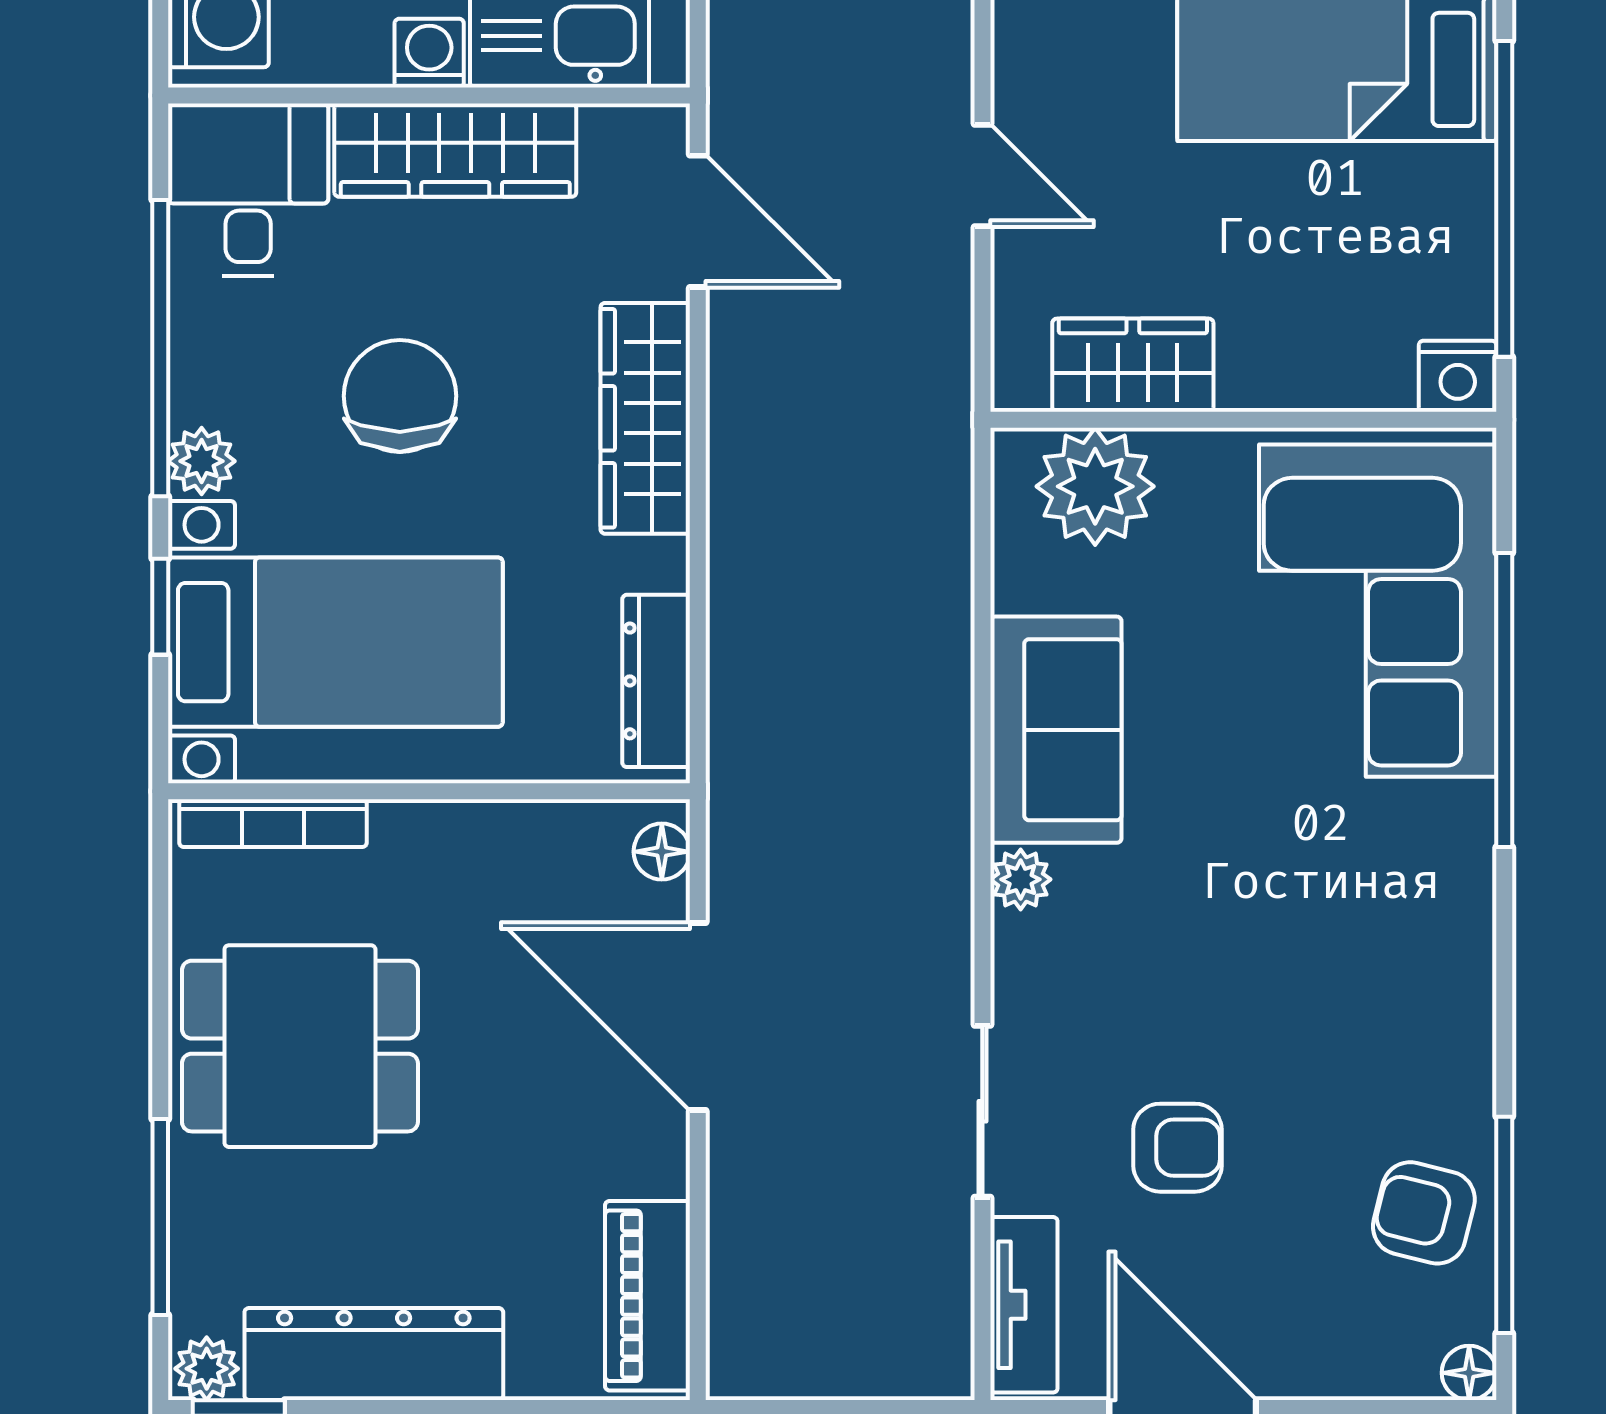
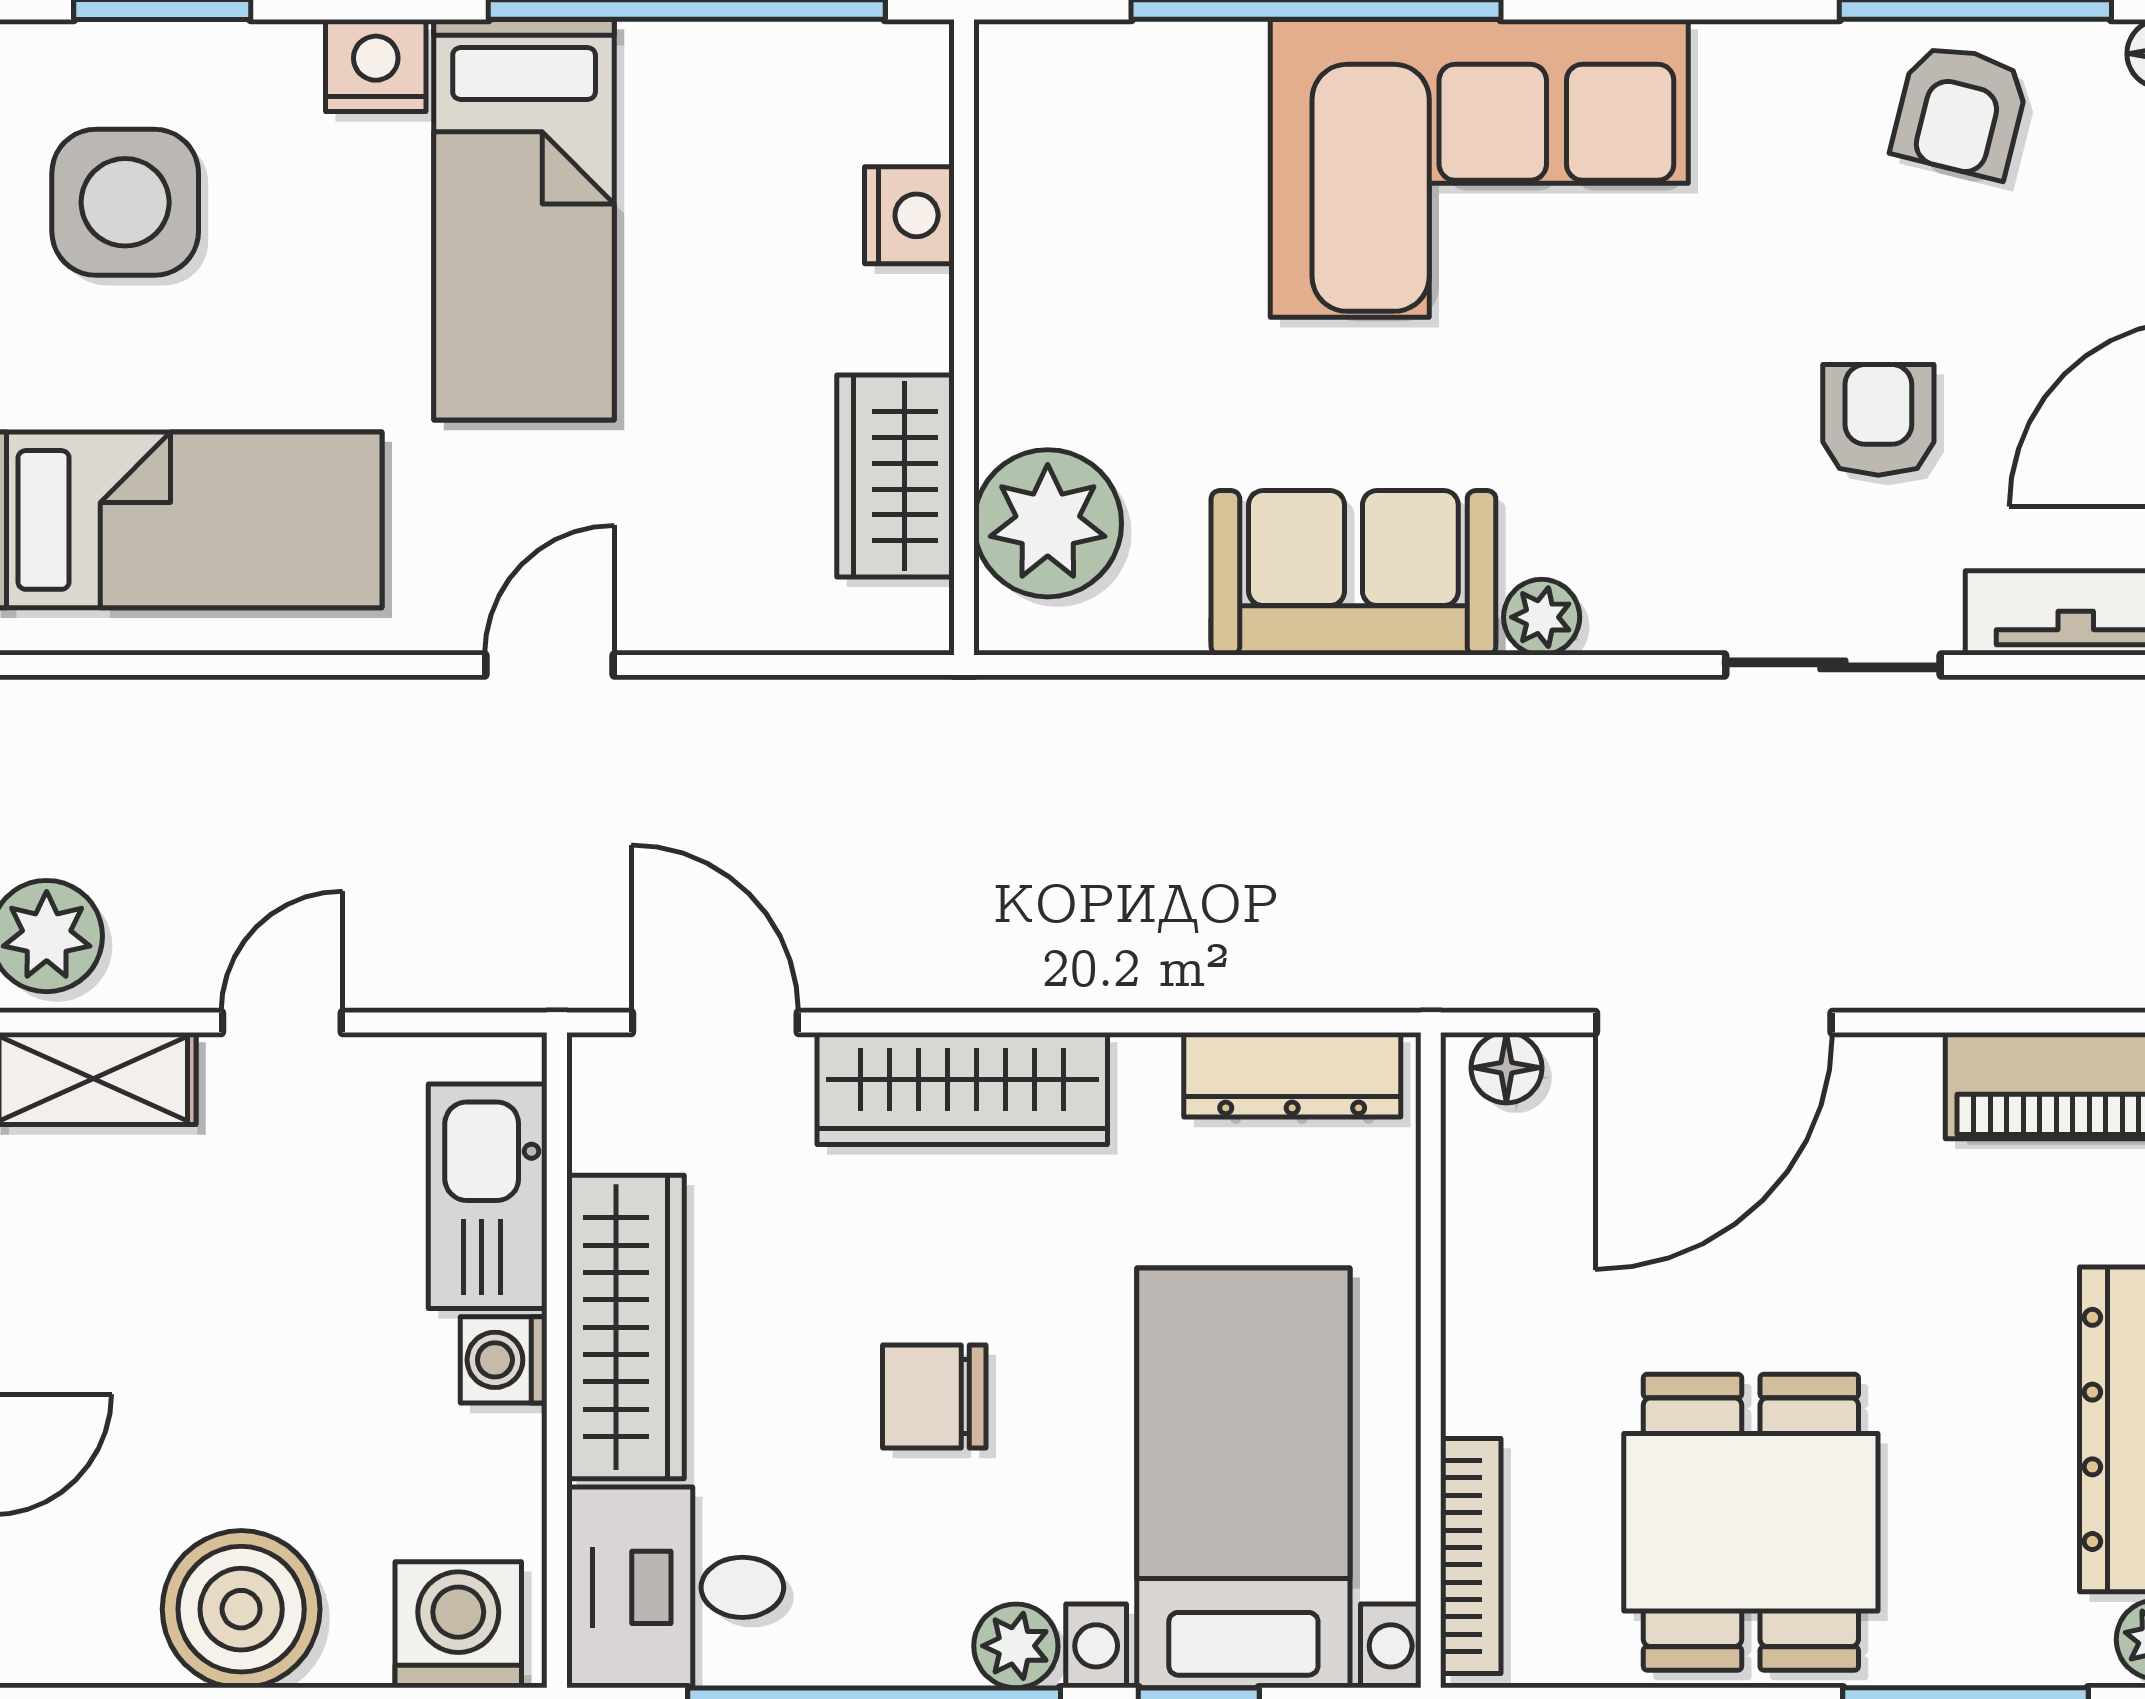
door: (982, 175) -> (550, 665), moved
door: (698, 221) -> (715, 1022), hinge flipped
nightstand: (1458, 376) -> (909, 215), moved
chair: (400, 396) -> (934, 1397), width x0.73, depth x0.73
corner sofa: (1378, 611) -> (1479, 168), moved

